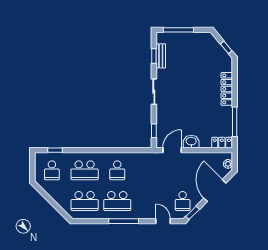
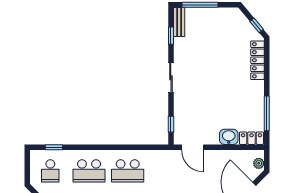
bench: (161, 56) -> (179, 22), moved
locker: (227, 89) -> (257, 60), moved
washbasin: (191, 142) -> (229, 137), moved
door: (172, 150) -> (192, 147), swing flipped
school desk: (117, 170) -> (128, 171), width x1.85

